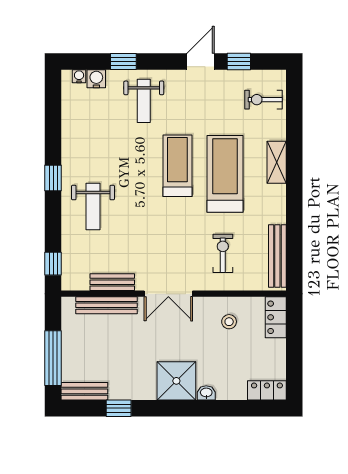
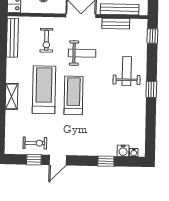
exercise bike: (263, 100) -> (35, 143), moved
weight bench: (144, 101) -> (82, 53), moved, turned 90
treadmill: (177, 166) -> (74, 95), turned 180
treadmill: (225, 174) -> (44, 90), turned 180

